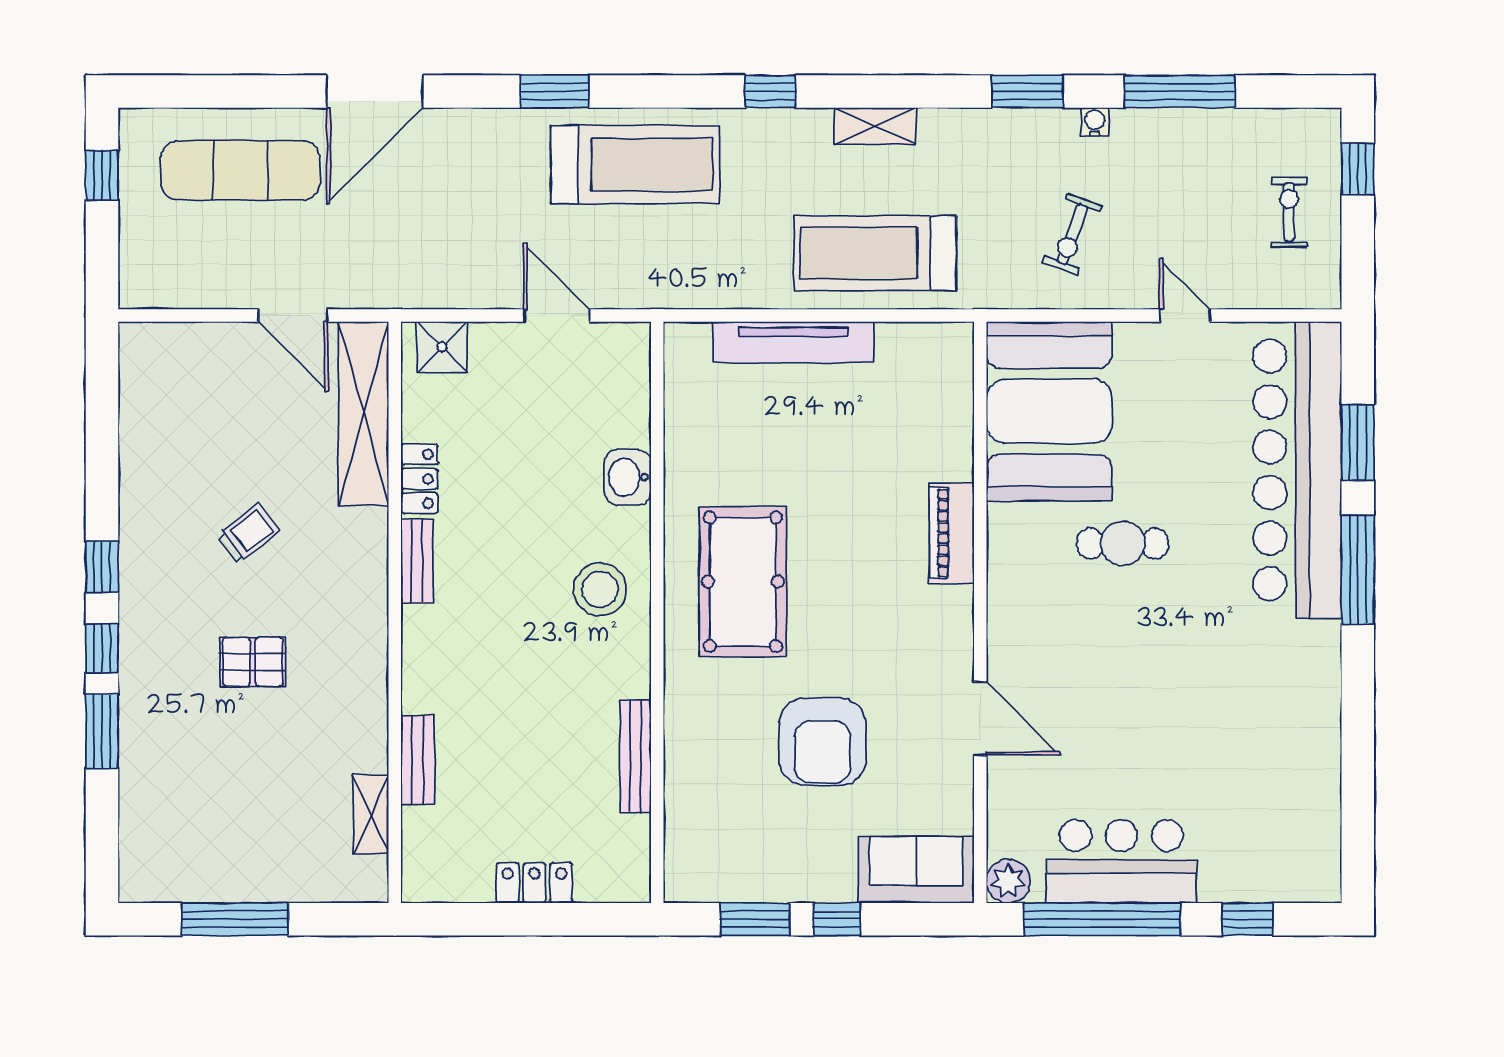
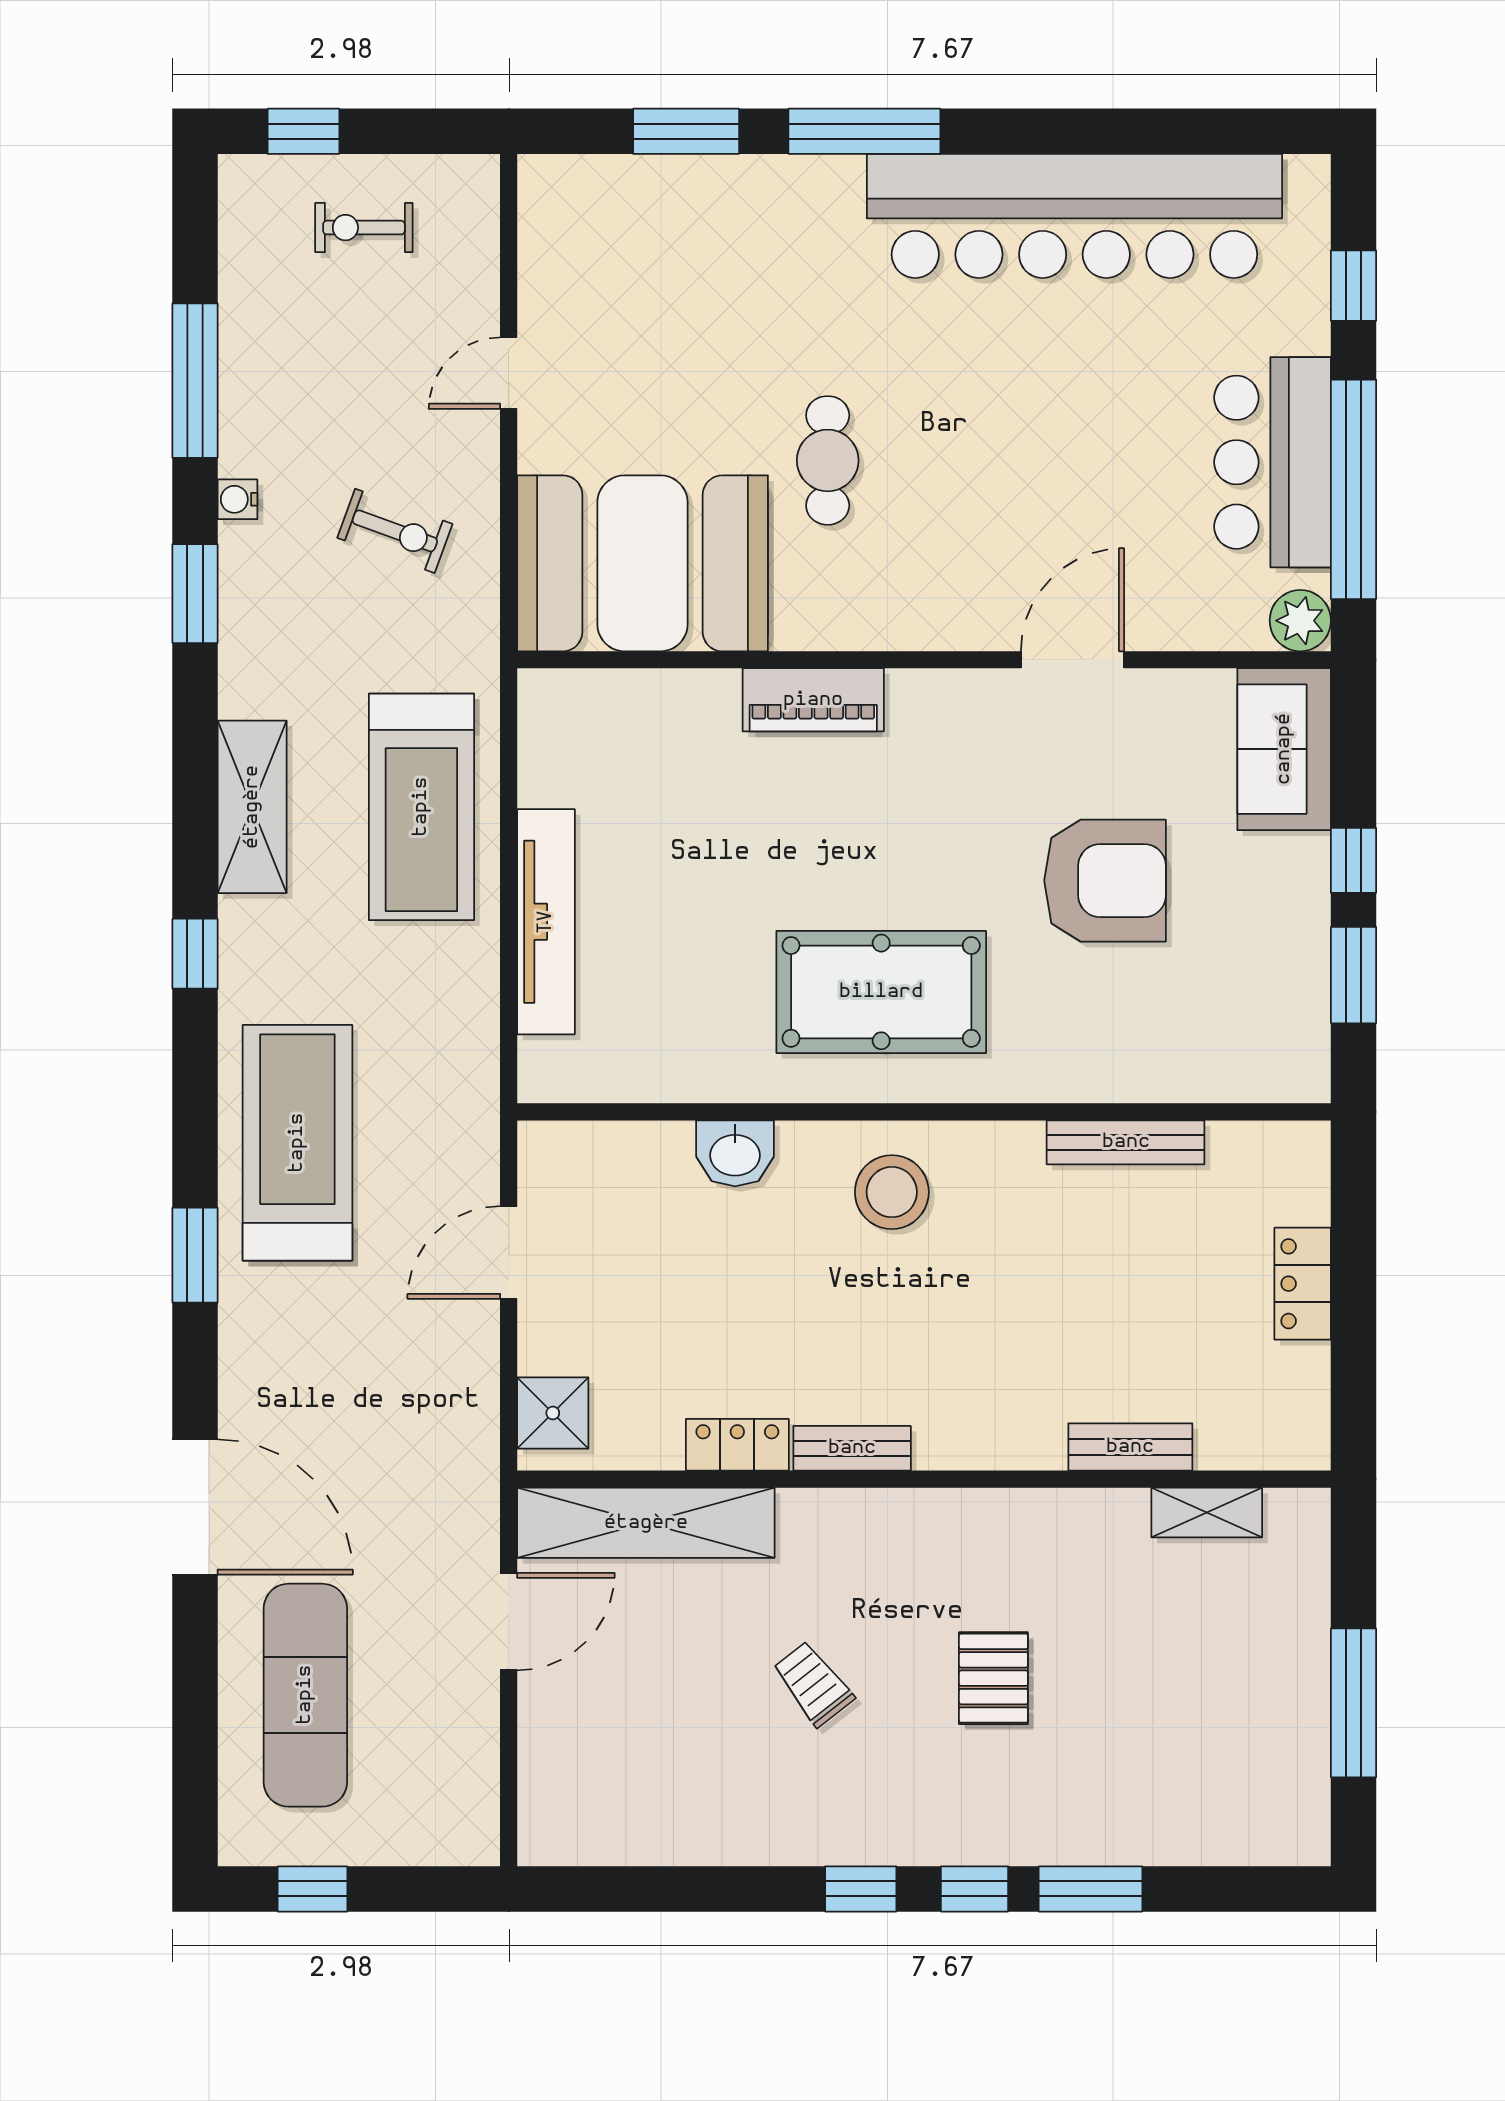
shelving: (875, 126) -> (252, 807), width x1.50, depth x1.33
bar counter: (1297, 470) -> (1074, 216), moved

